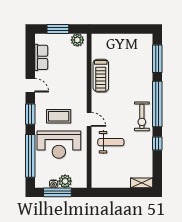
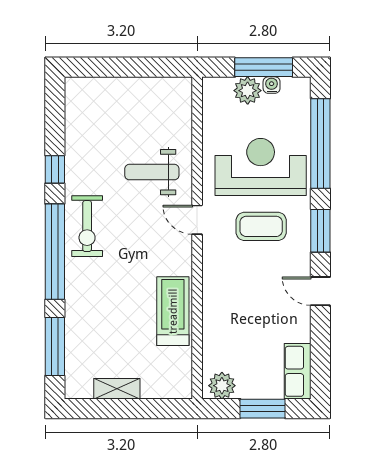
row of seats: (41, 57) -> (298, 371), moved
exercise bike: (142, 116) -> (87, 226), turned 180
shelving: (142, 183) -> (117, 389), moved

